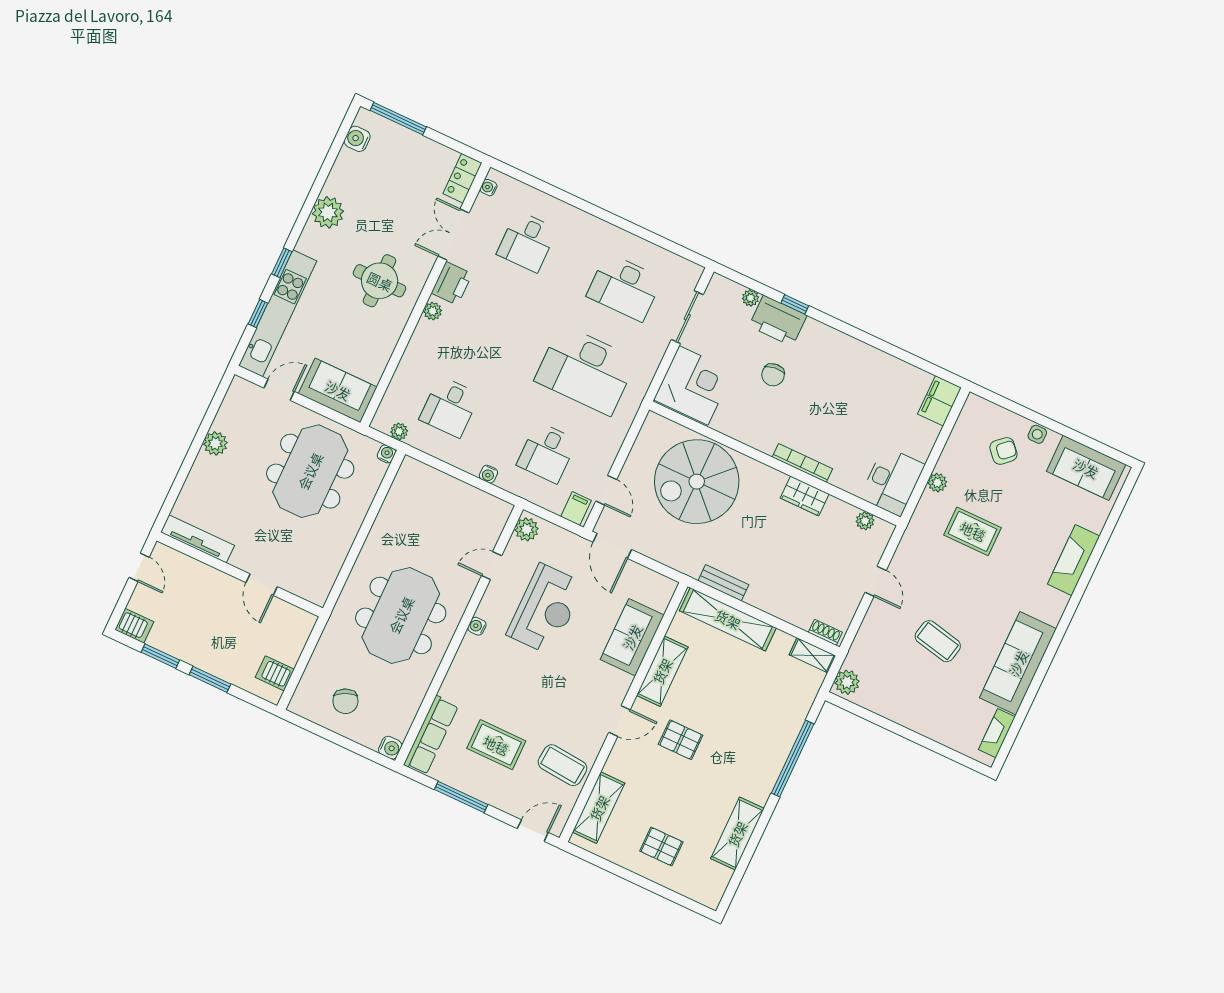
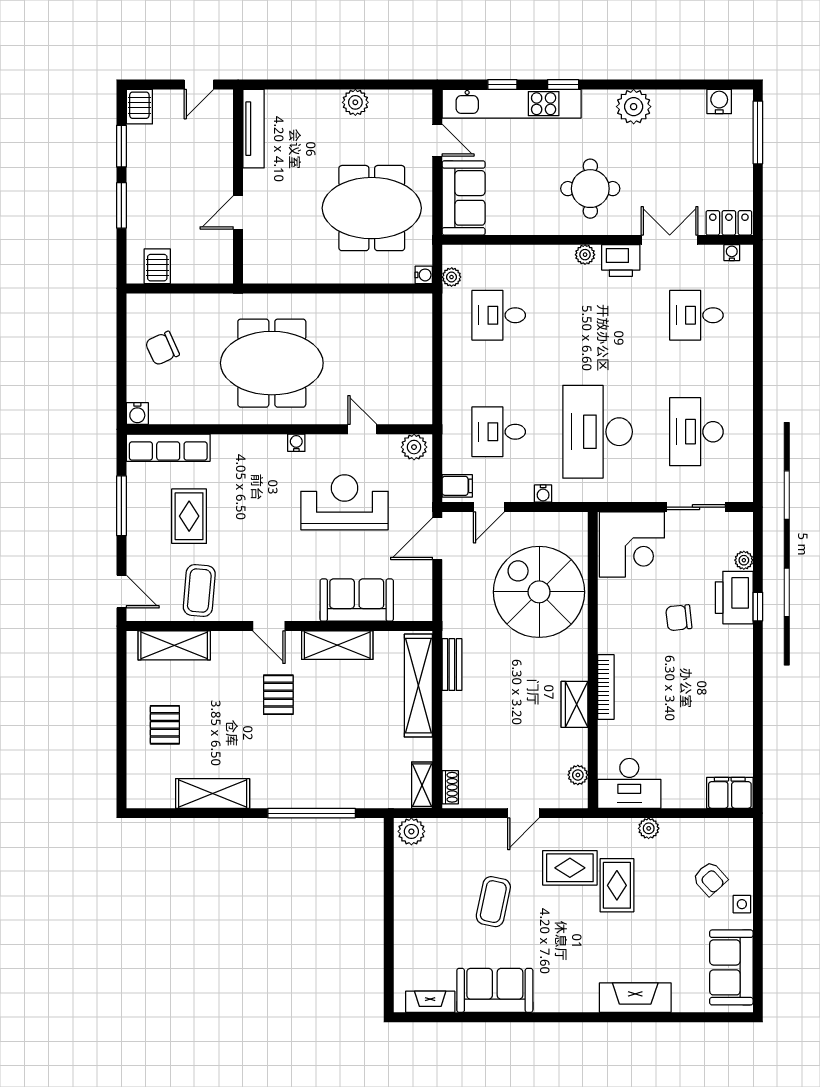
water cooler: (488, 474) -> (543, 494), moved, turned -90
rug: (940, 564) -> (570, 868), added
reception desk: (546, 609) -> (345, 502), turned 180
sofa: (1018, 663) -> (495, 990), width x0.73

